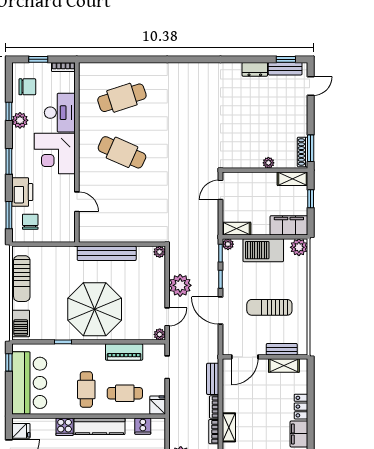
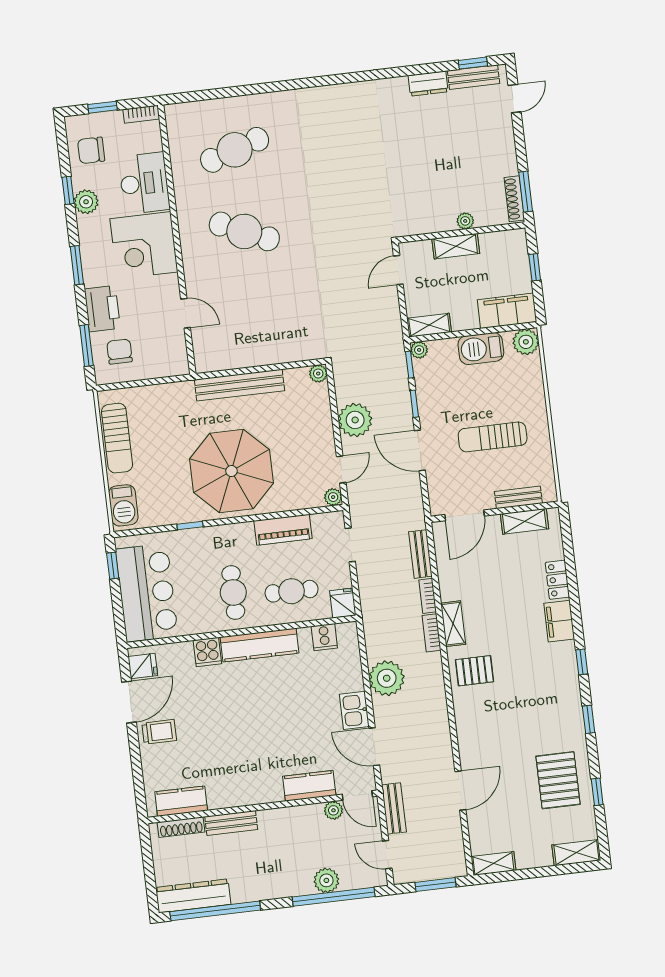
chair: (27, 87) -> (91, 150), turned 180
shelving: (292, 179) -> (456, 246), moved
barbecue: (263, 250) -> (481, 349), width x0.73, depth x0.83

